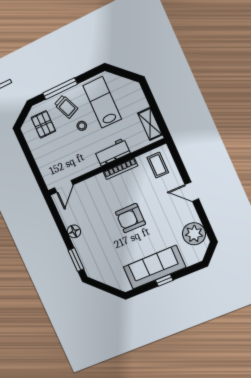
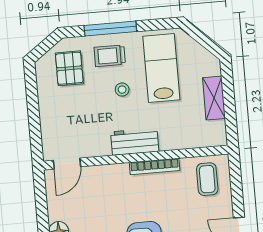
trolley: (66, 107) -> (110, 56), turned 113
shelving: (150, 124) -> (214, 98), moved
workbench: (112, 152) -> (135, 142), moved

